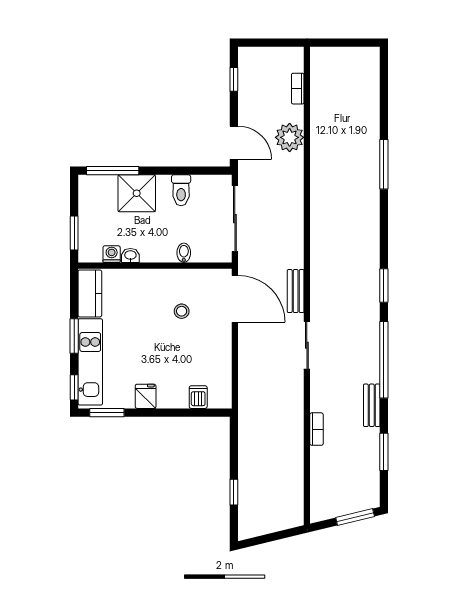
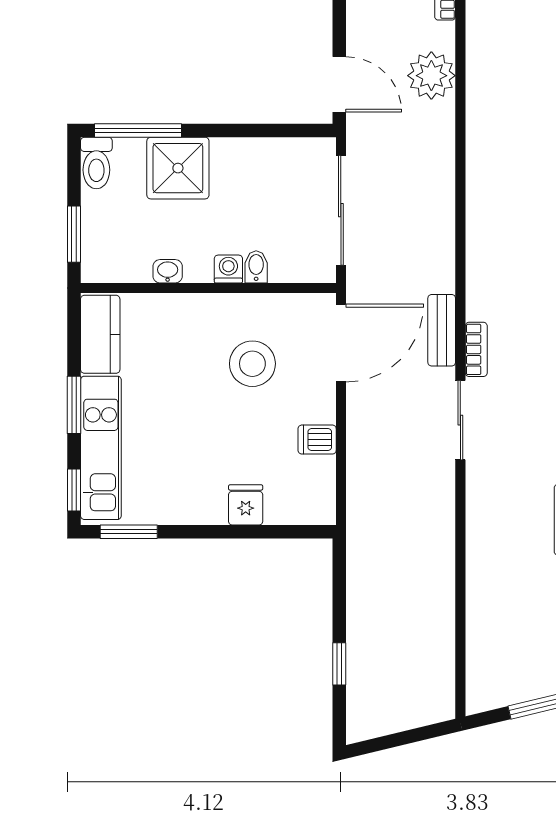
toilet: (181, 190) -> (96, 163), moved
washing machine: (112, 254) -> (228, 269), moved
door: (235, 299) -> (341, 343), hinge flipped
stool: (182, 311) -> (252, 364), width x1.89, depth x1.89
fridge: (146, 396) -> (246, 505), moved
dishwasher: (198, 397) -> (317, 440), moved, turned -90
bookcase: (317, 429) -> (476, 349), moved

